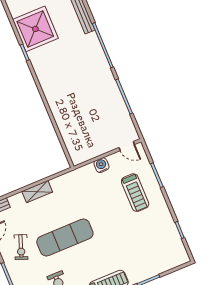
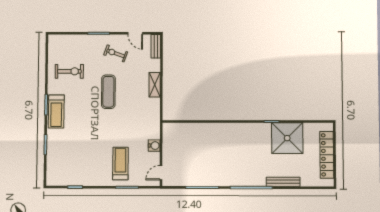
treadmill: (135, 193) -> (120, 164), turned 90
exercise mat: (65, 238) -> (108, 92), width x0.73, depth x0.69

